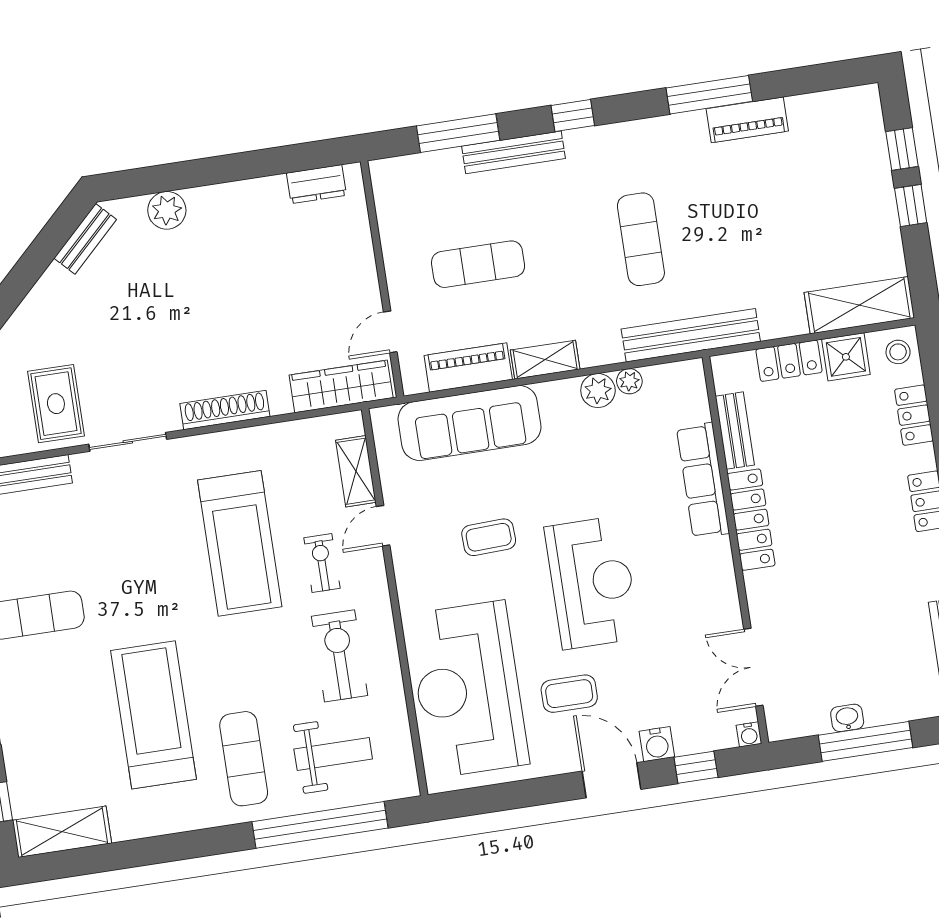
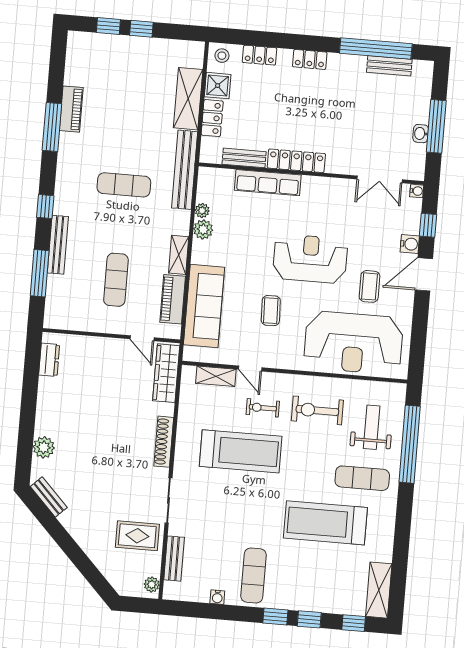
shelving: (859, 305) -> (188, 99), moved

